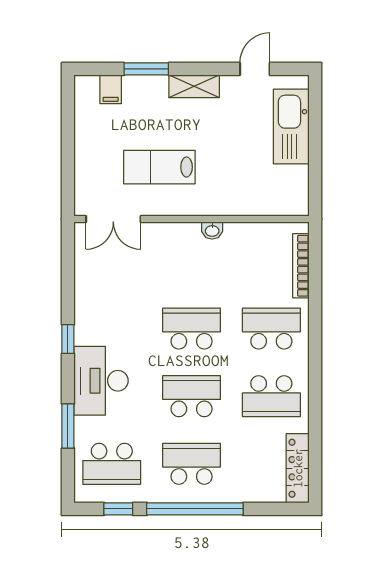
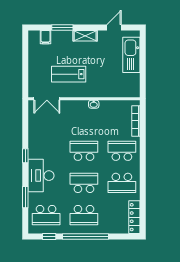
school desk: (192, 464) -> (84, 215), turned 180

